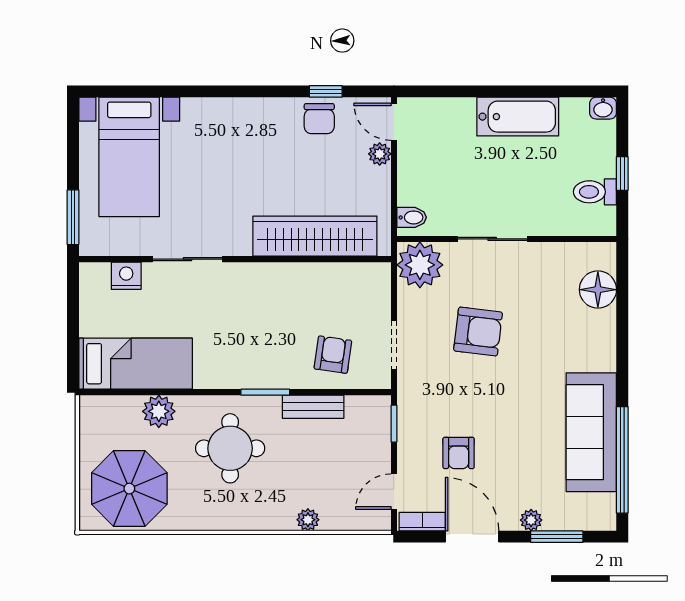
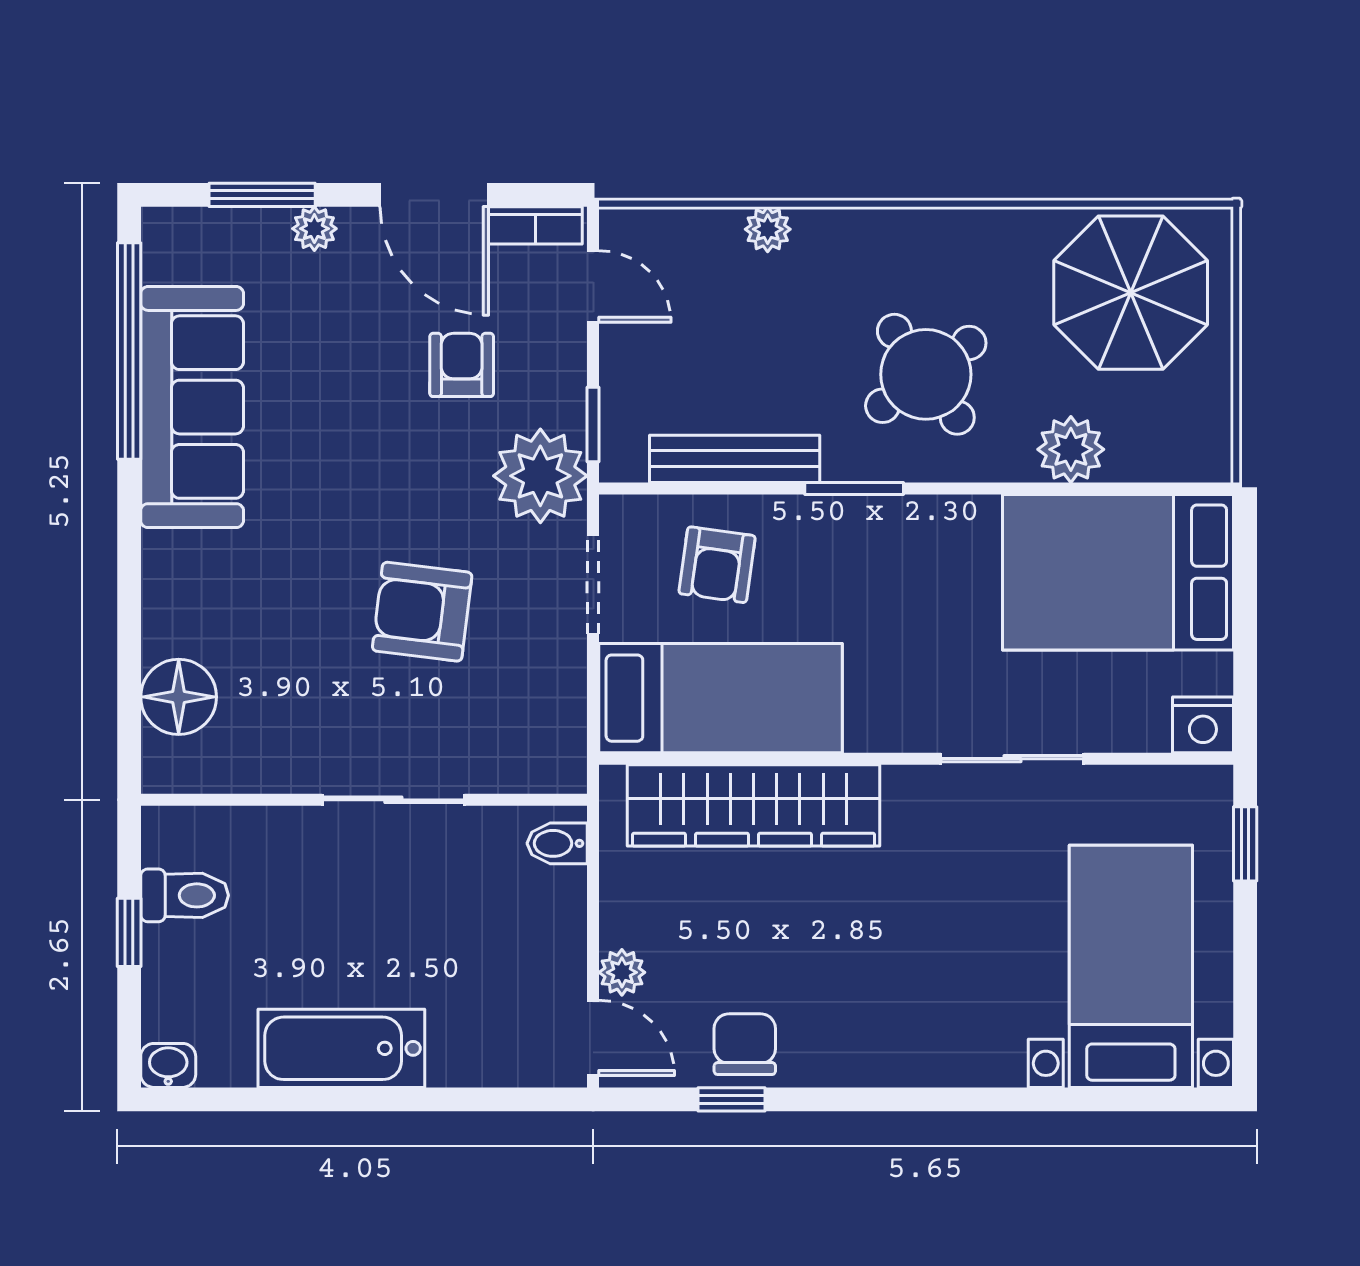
window: (73, 217) -> (1245, 844), width x0.67
plant: (420, 265) -> (540, 476), moved
nightstand: (126, 276) -> (1203, 725), moved
bed: (331, 289) -> (721, 698), added
bed: (136, 364) -> (1118, 572), width x1.50
bench: (313, 407) -> (735, 459), width x1.36
round table: (230, 448) -> (926, 374), turned -36
door: (394, 492) -> (593, 286), hinge flipped

